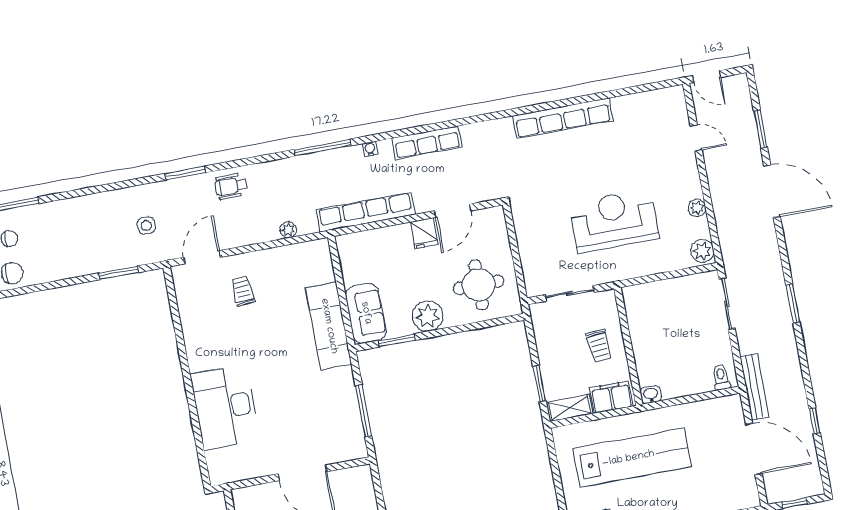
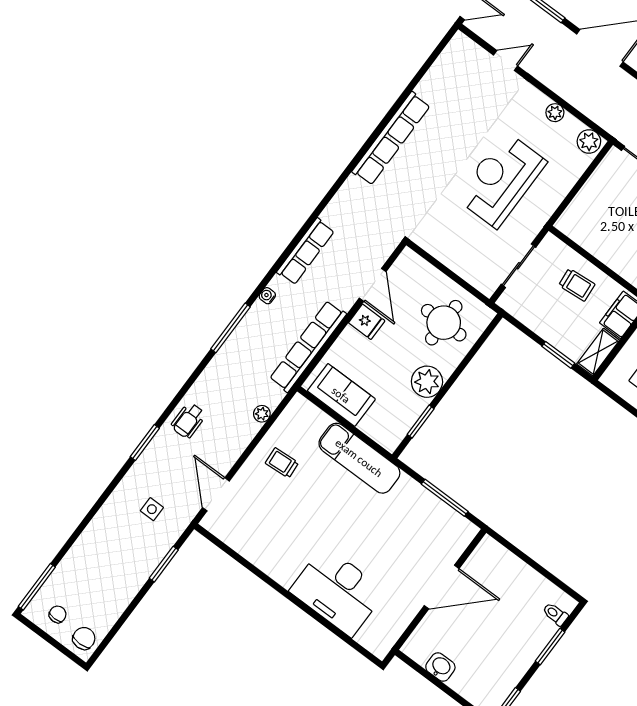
trolley: (243, 291) -> (282, 463), moved
sofa: (366, 313) -> (341, 395), moved

